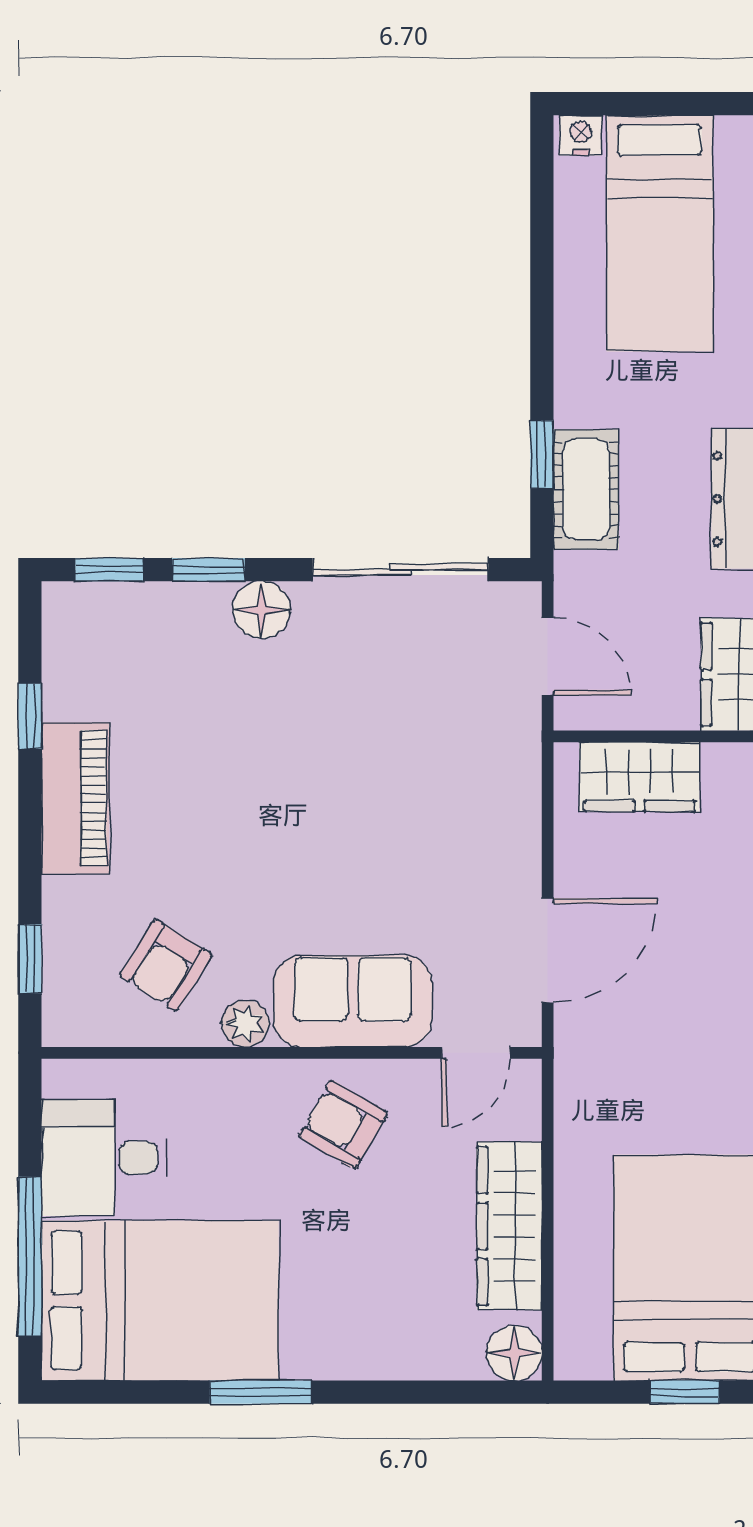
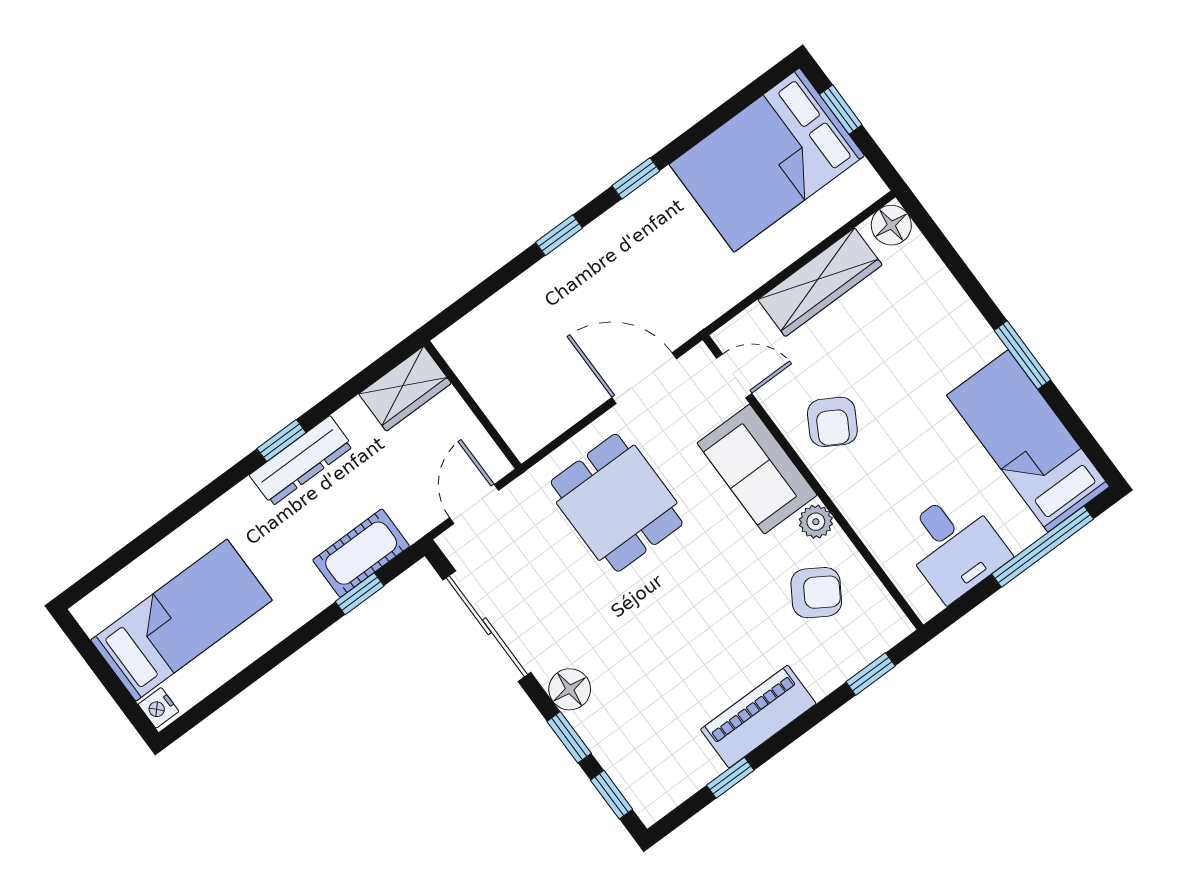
wardrobe: (639, 777) -> (505, 399), removed
dining table: (431, 817) -> (617, 503), added
bed: (160, 1301) -> (1028, 441), width x0.67

